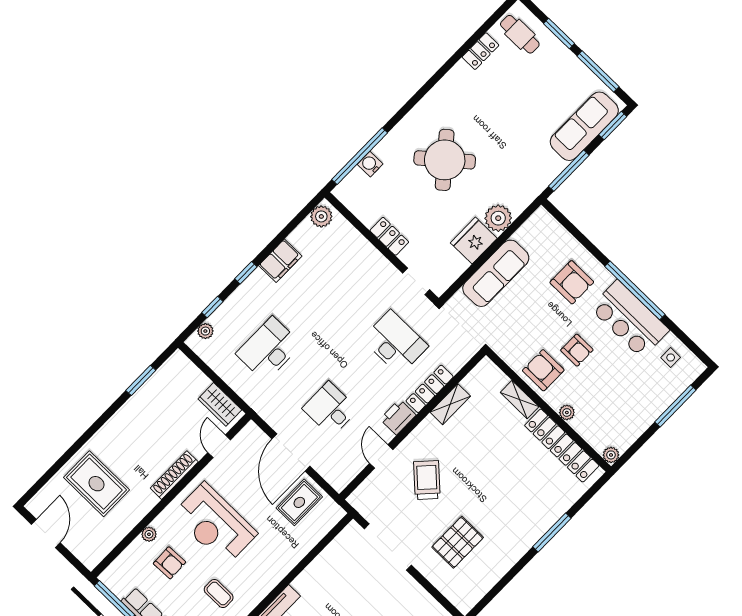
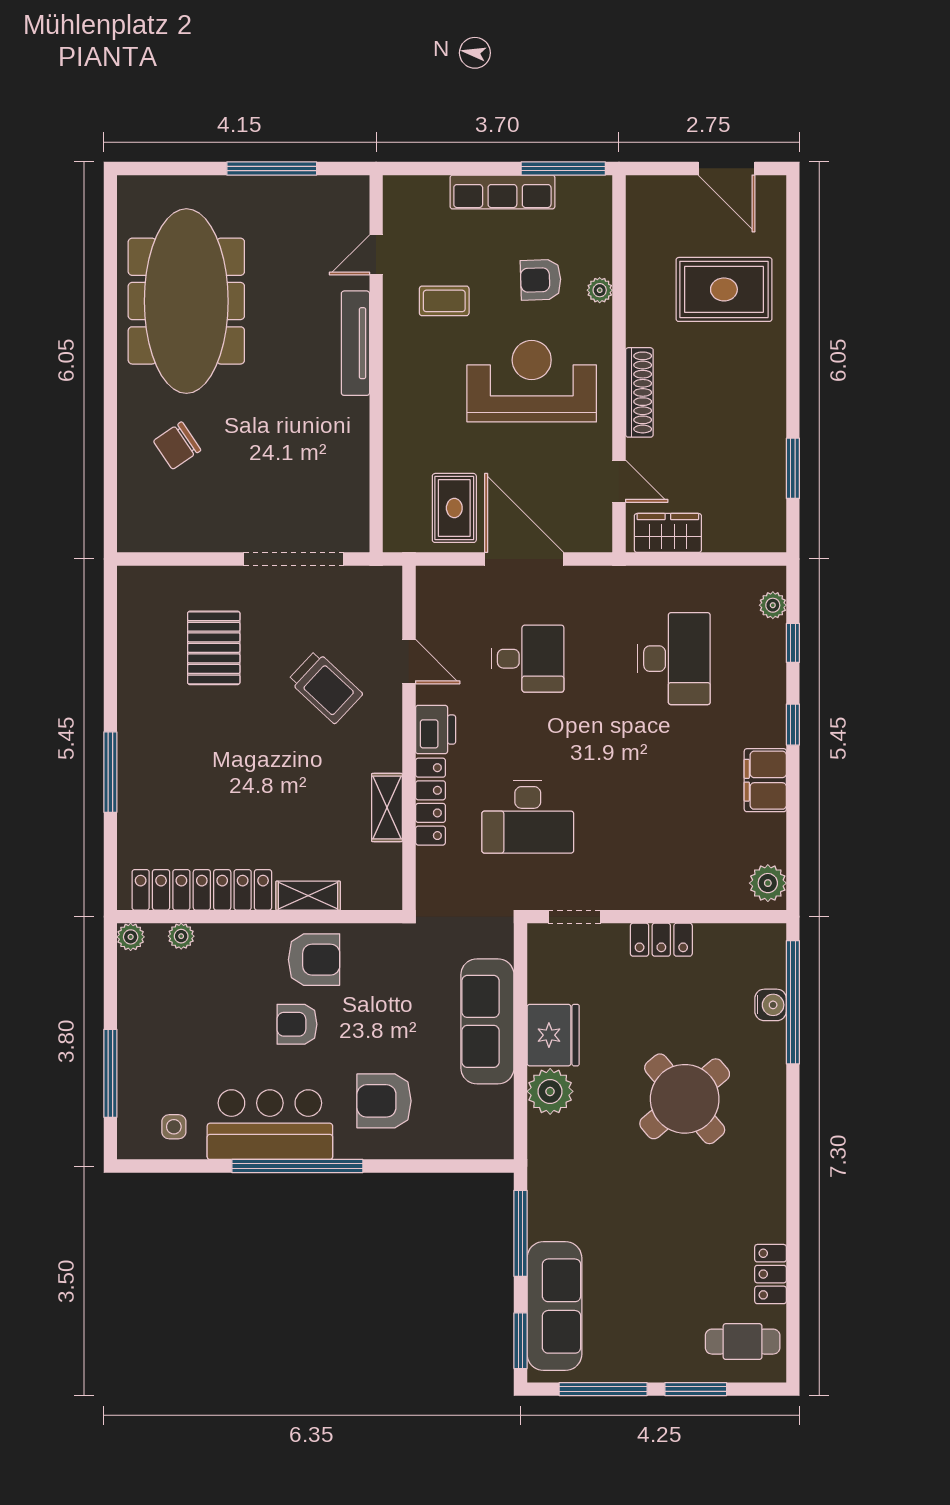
plant: (567, 412) -> (181, 936), moved

